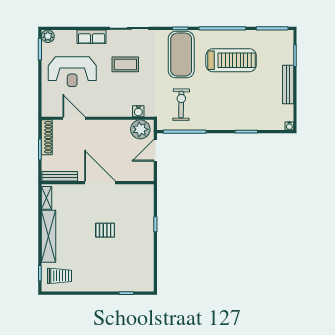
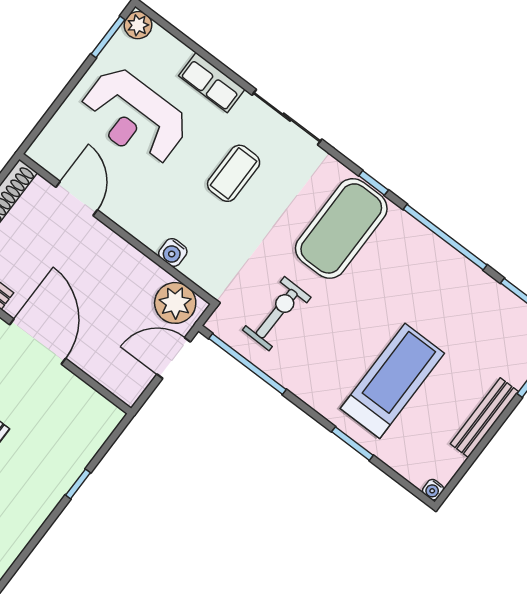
treadmill: (231, 60) -> (392, 381), moved, turned -90
coffee table: (125, 64) -> (234, 173), turned 90
water cooler: (138, 111) -> (173, 252), moved

